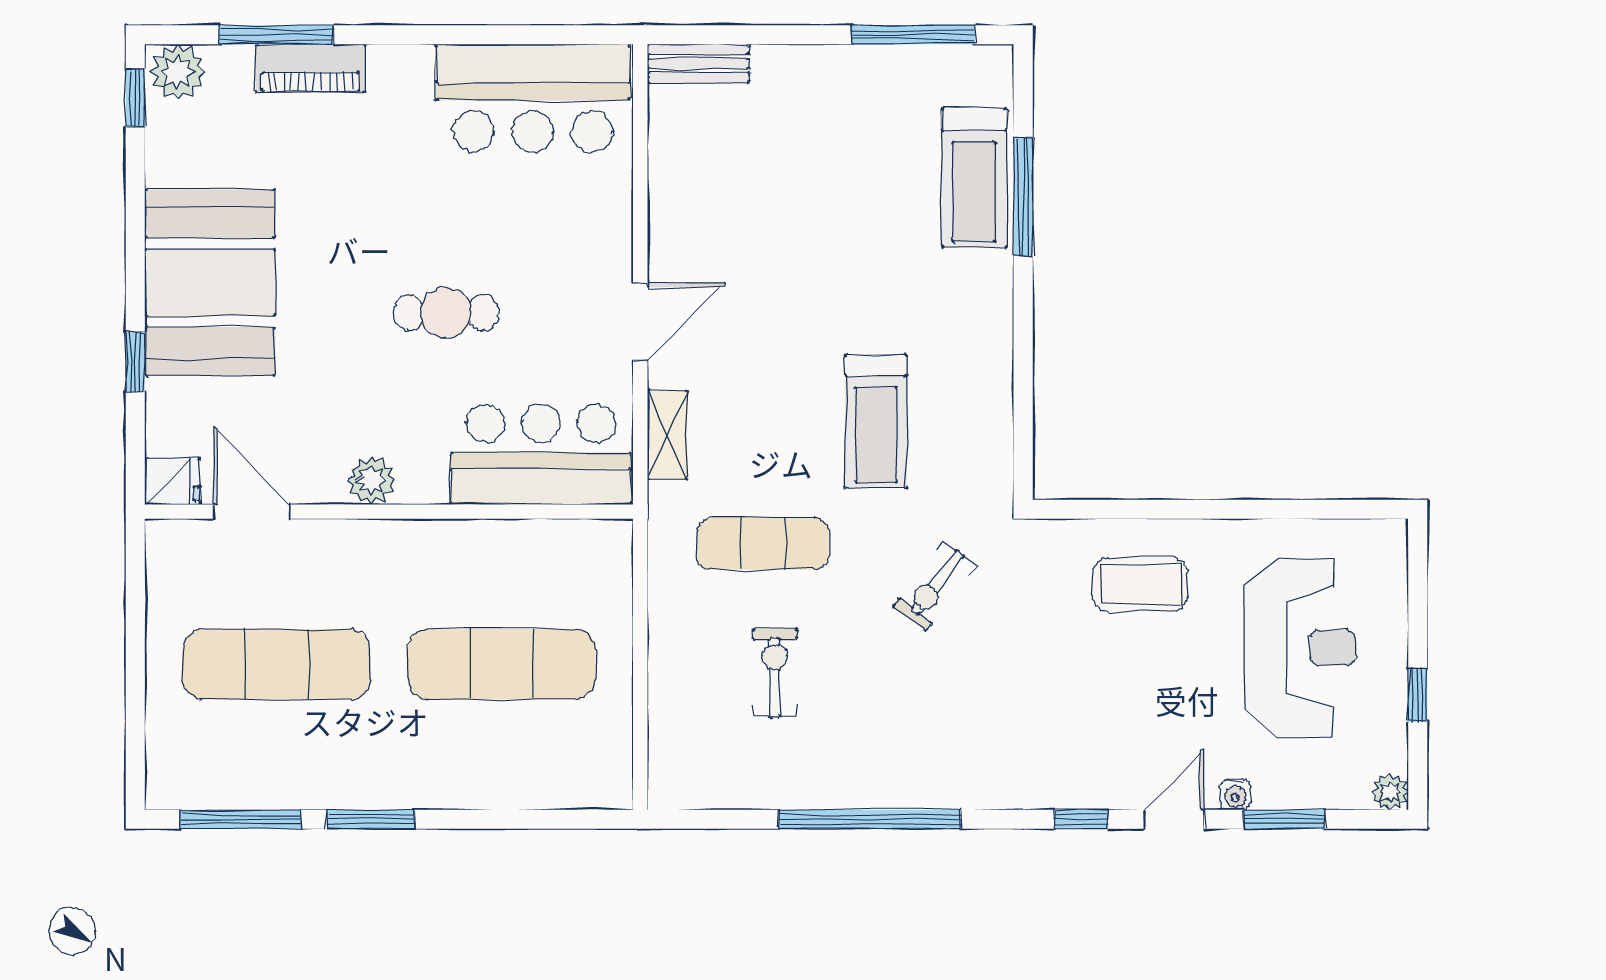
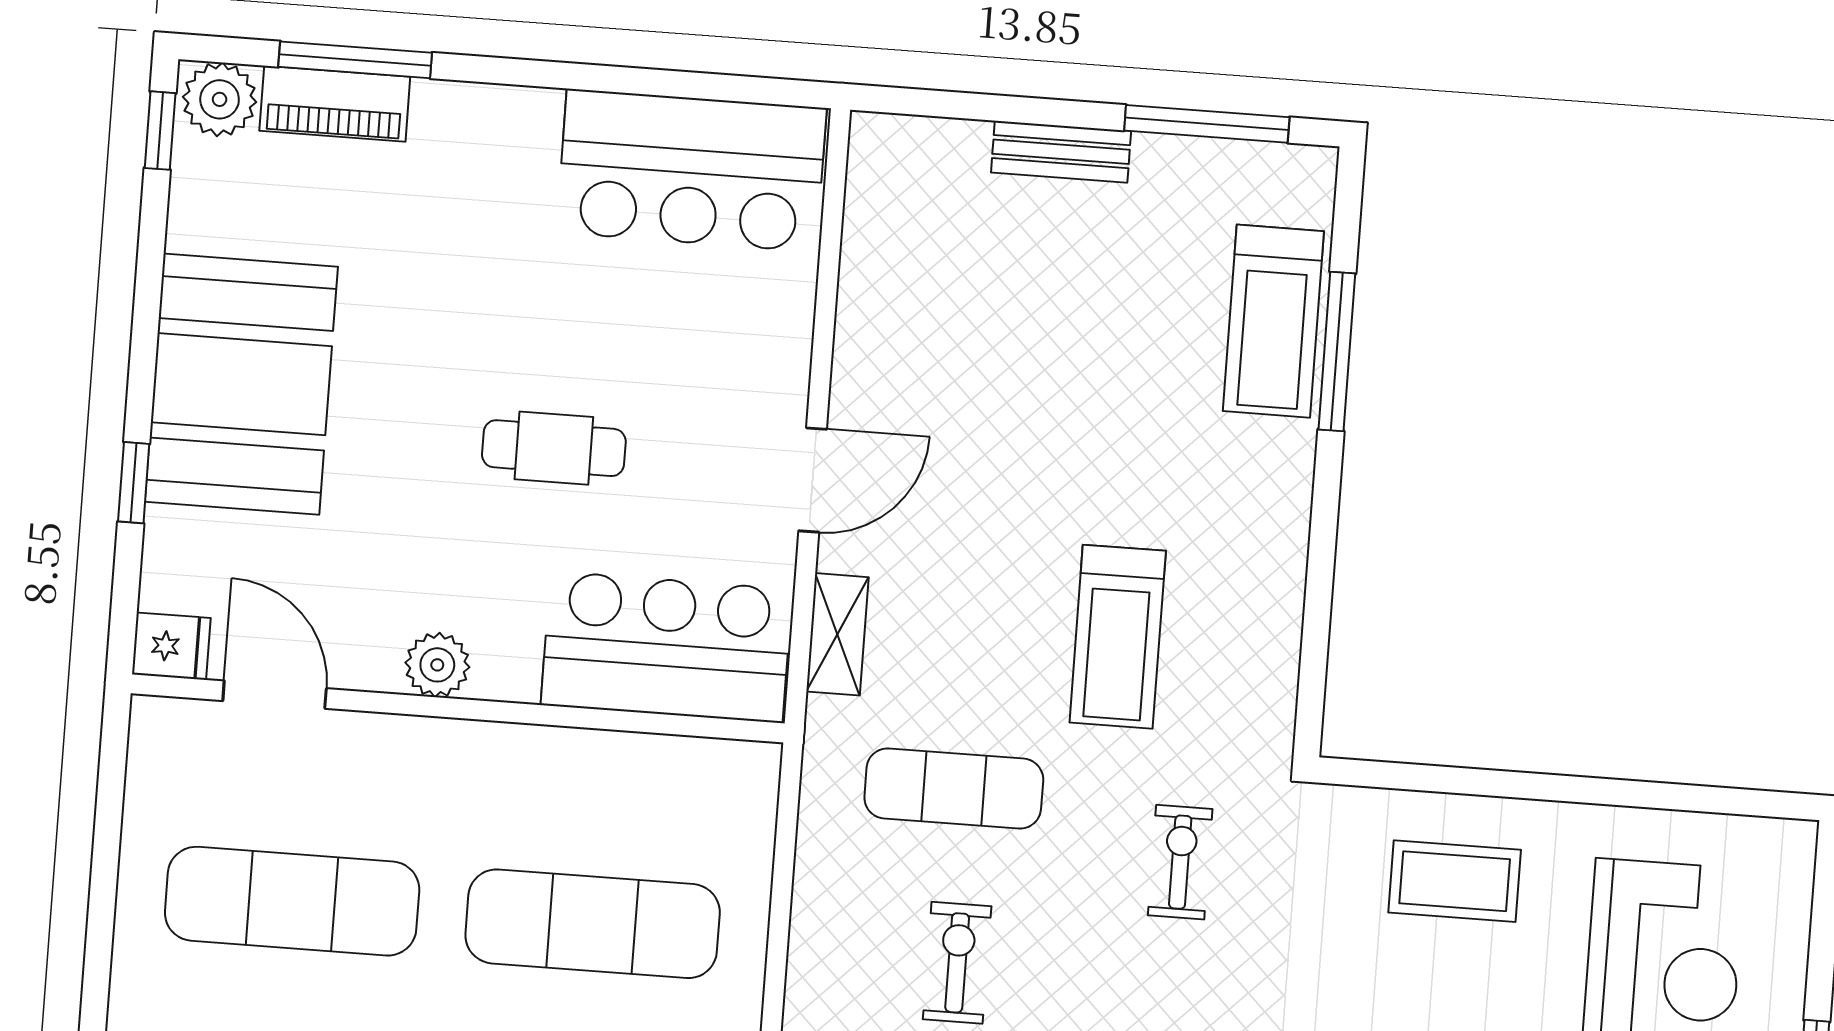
bench: (698, 64) -> (1061, 152), moved
piano: (310, 69) -> (335, 104), moved
exercise bike: (935, 586) -> (1180, 862), turned 142

